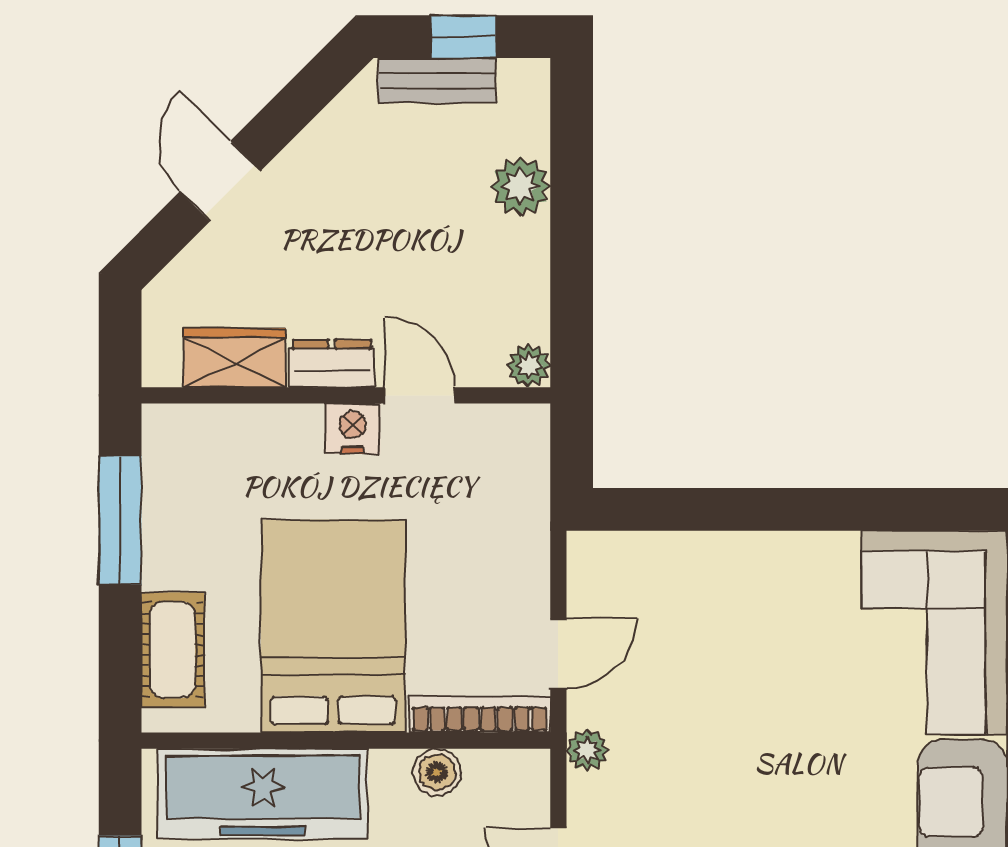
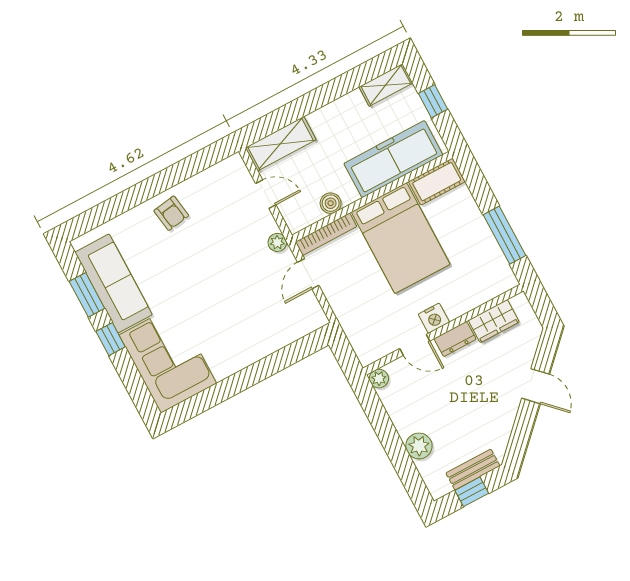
cot: (173, 650) -> (437, 182), moved, turned 90

